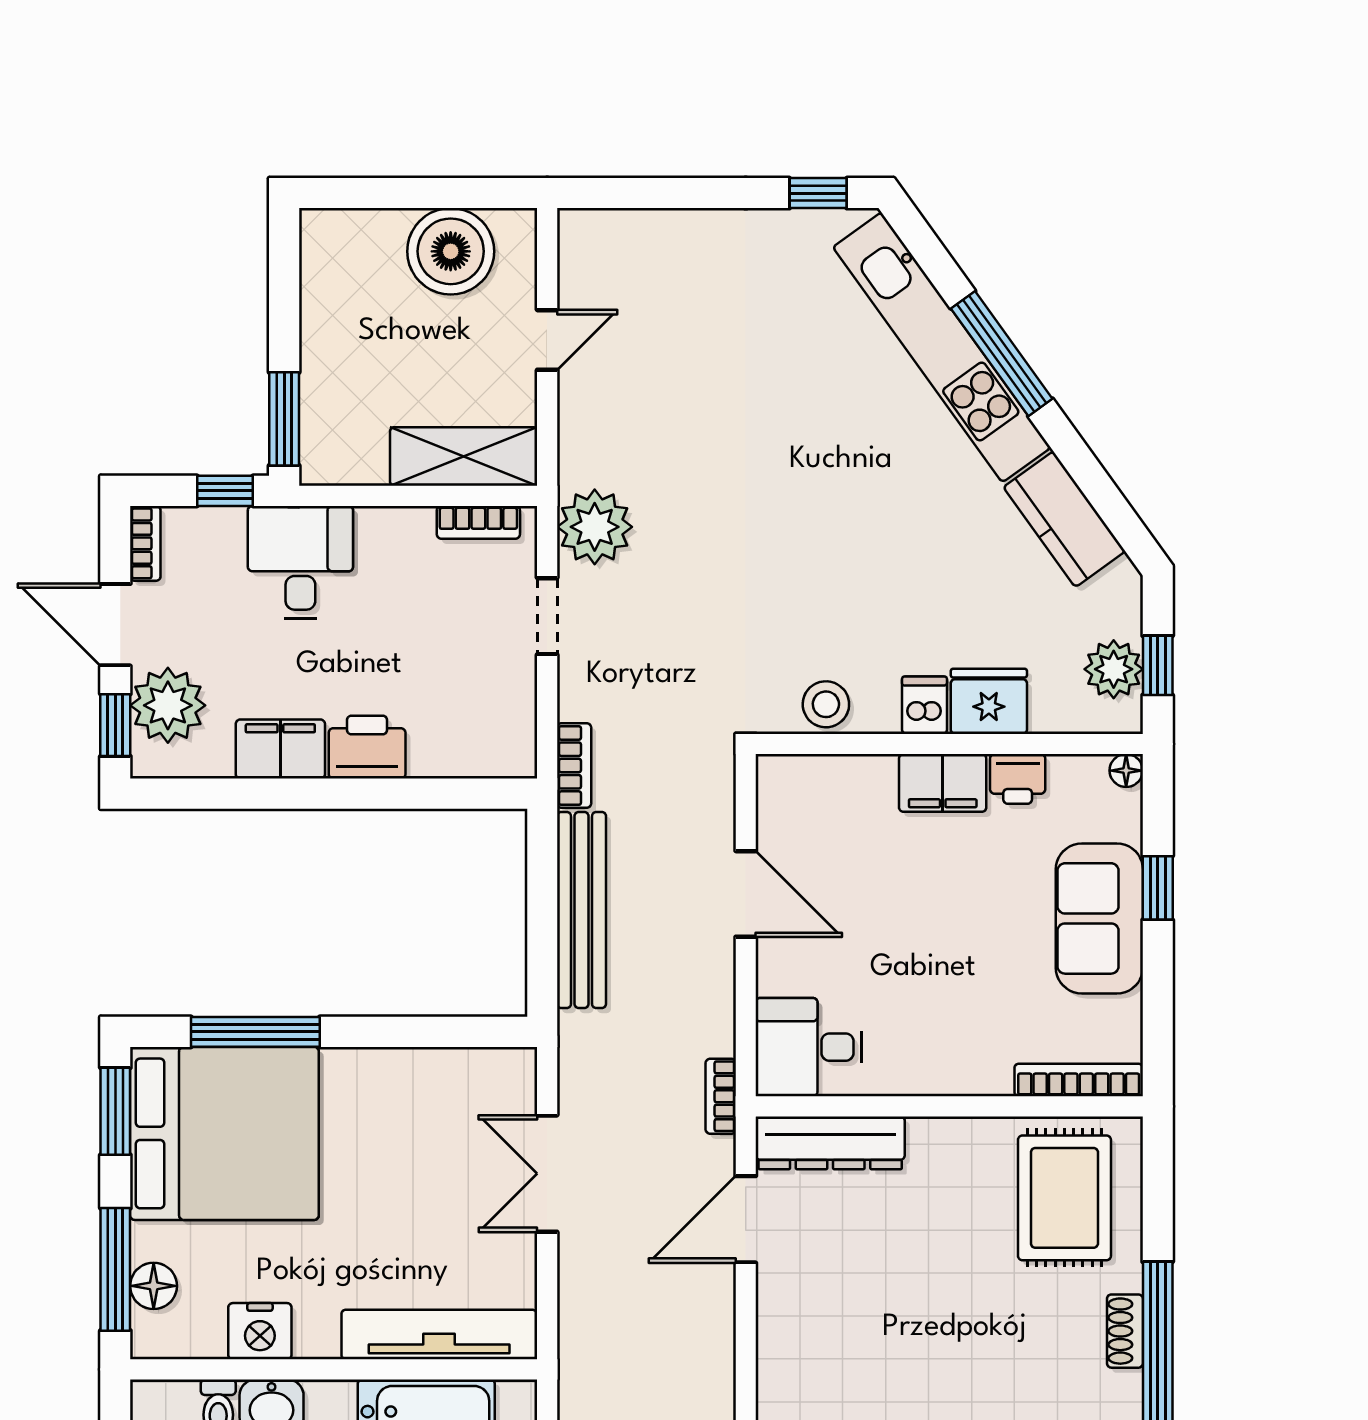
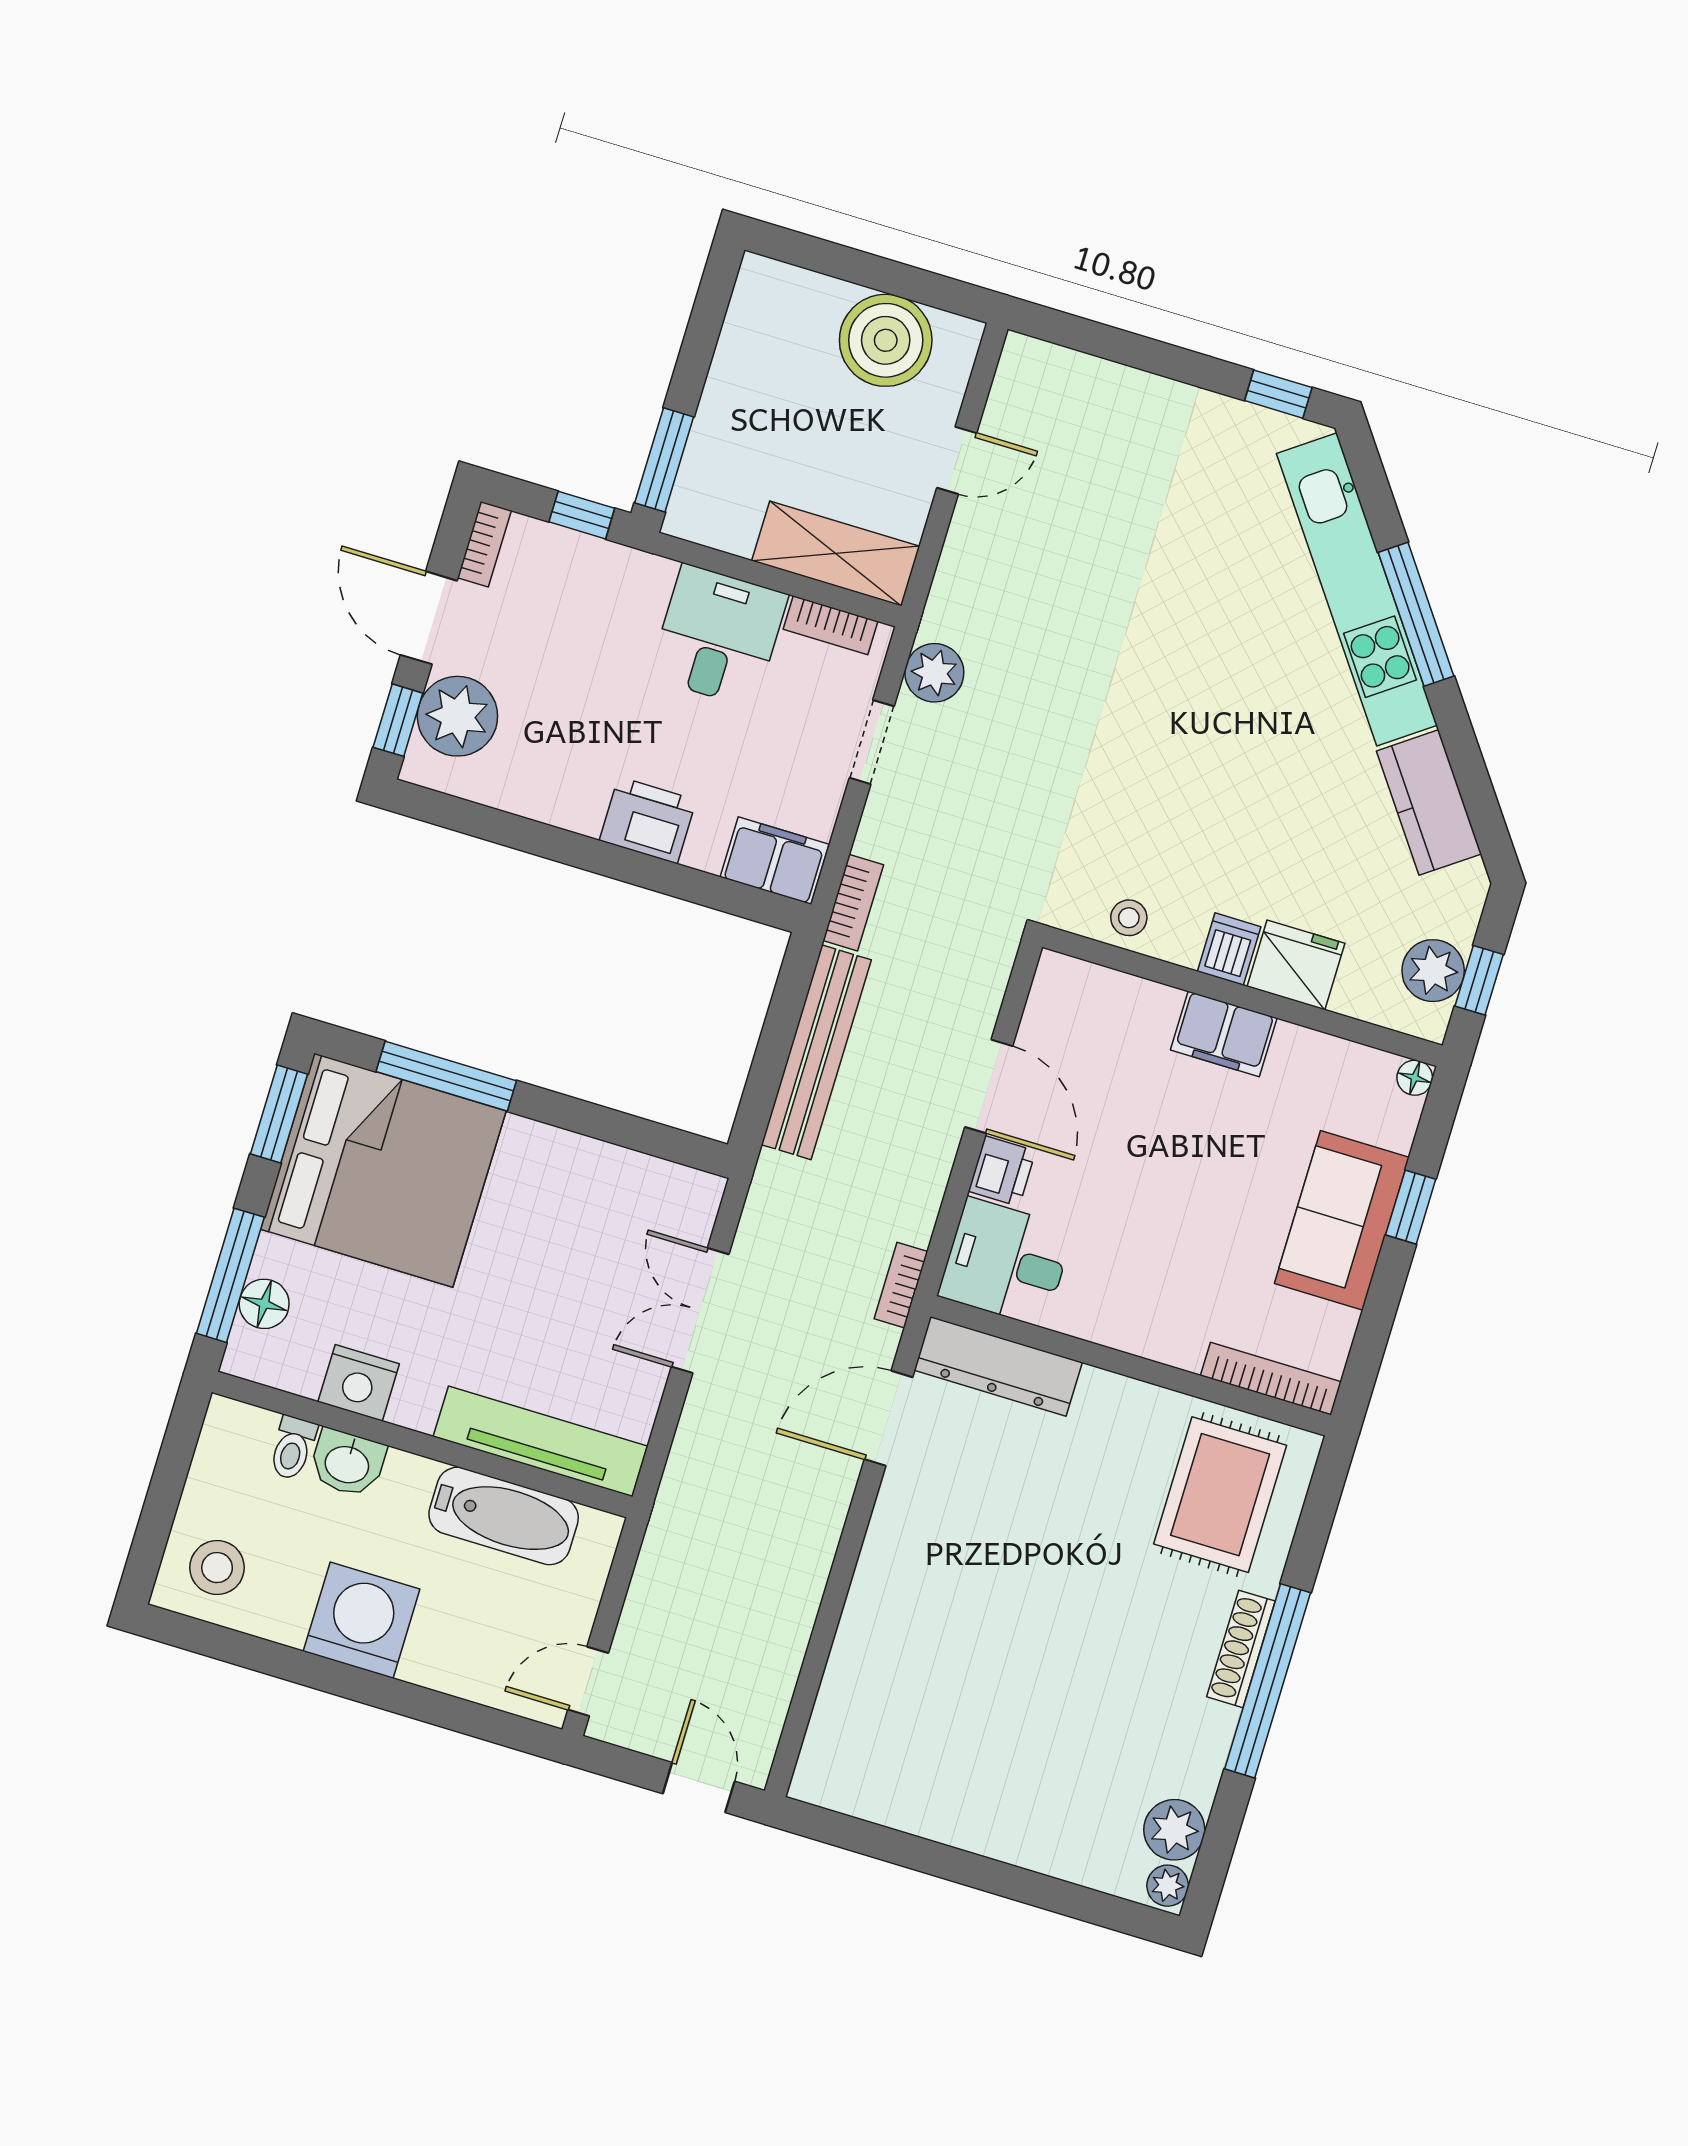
plant: (595, 527) -> (934, 673), width x0.73, depth x0.73
desk: (300, 562) -> (718, 636), moved
stool: (826, 704) -> (1129, 918), width x0.73, depth x0.73
filing cabinet: (280, 749) -> (775, 861), moved
printer: (1018, 779) -> (1002, 1171), moved, turned -90
shoe rack: (1125, 1331) -> (1241, 1649), width x1.43

